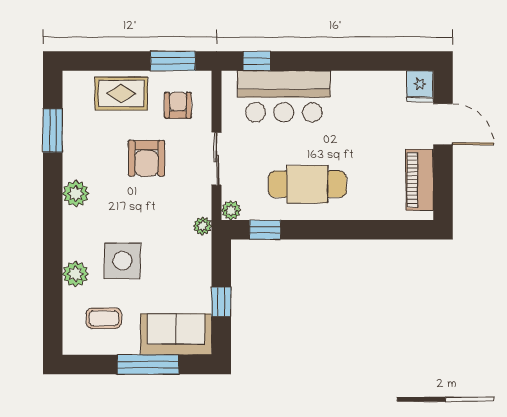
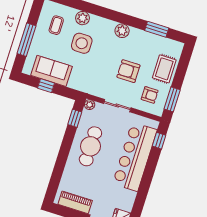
bar counter: (284, 96) -> (135, 157), width x1.36
plant: (202, 226) -> (86, 88), removed
sofa: (176, 334) -> (51, 71), moved, turned -90

